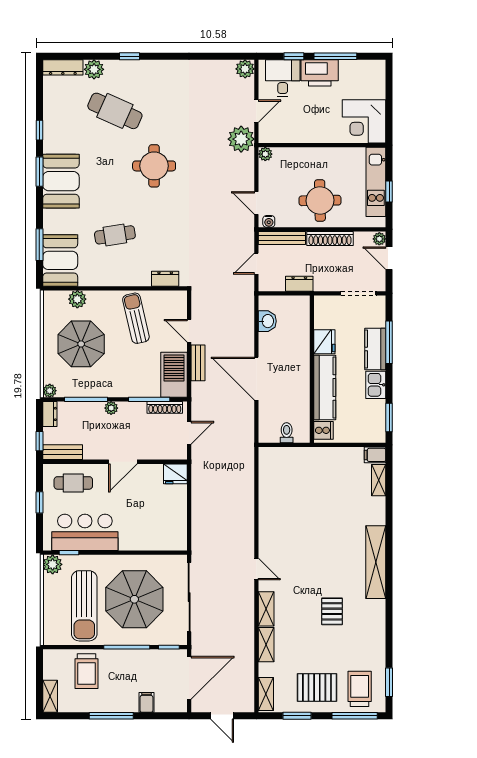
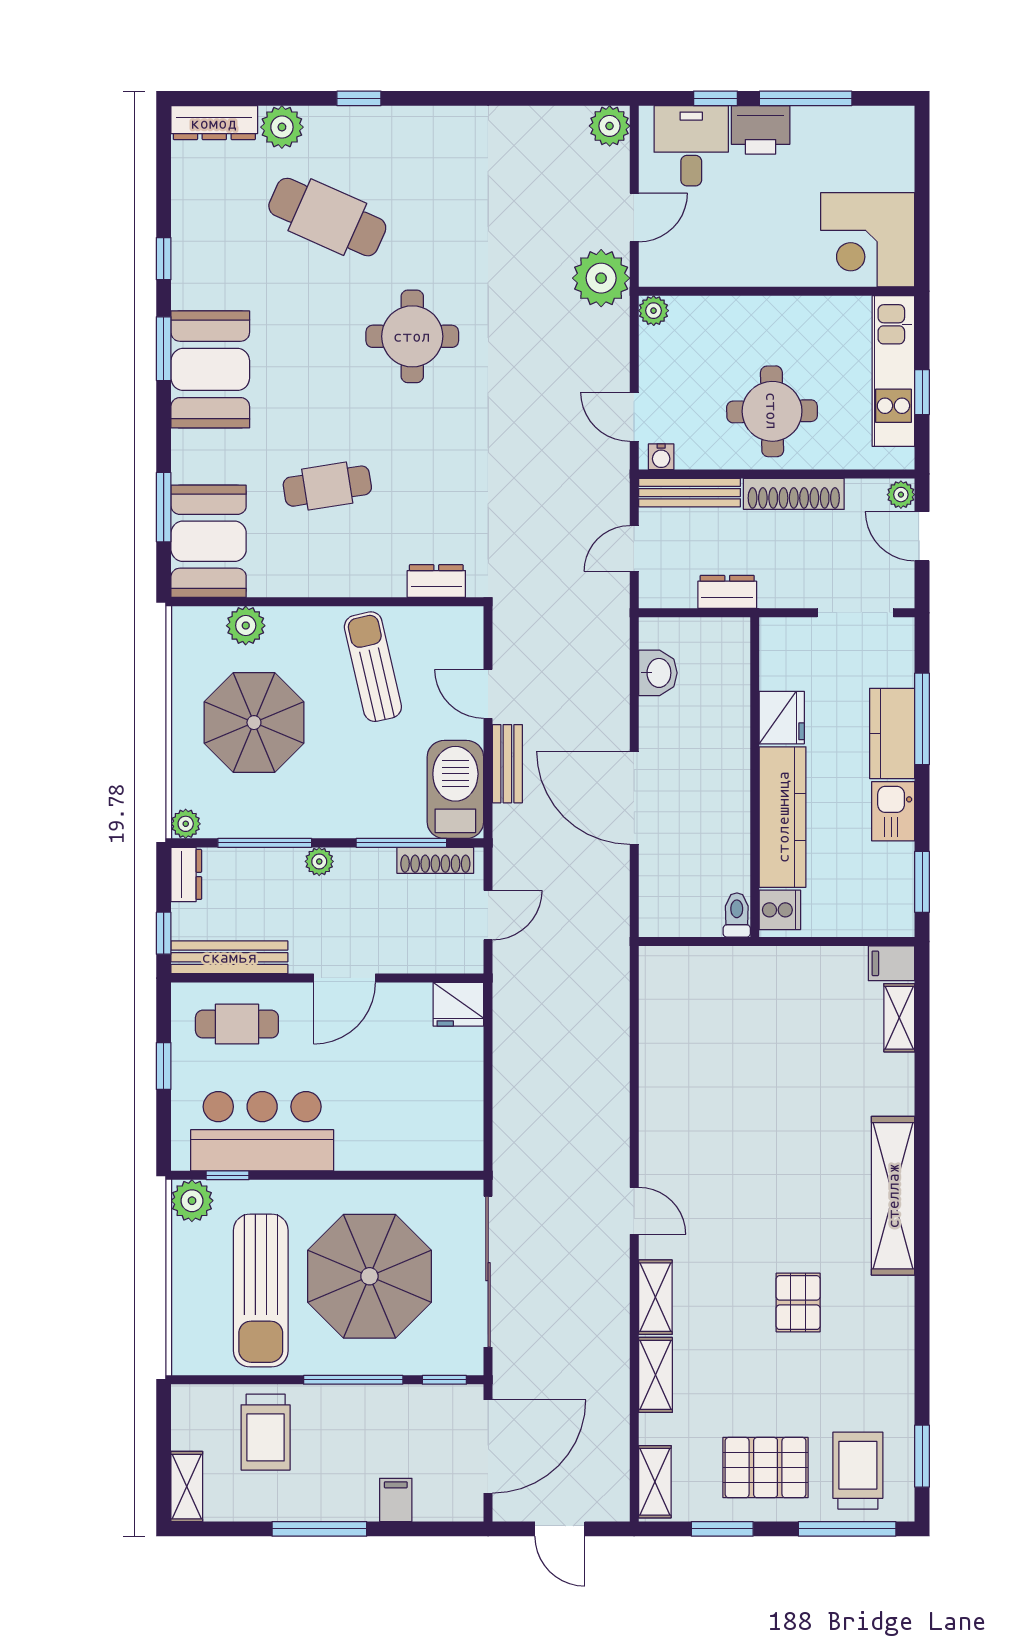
printer: (320, 73) -> (761, 130), width x0.73, depth x0.84
toilet: (287, 433) -> (737, 915), moved
bench: (63, 452) -> (229, 957), width x1.36

